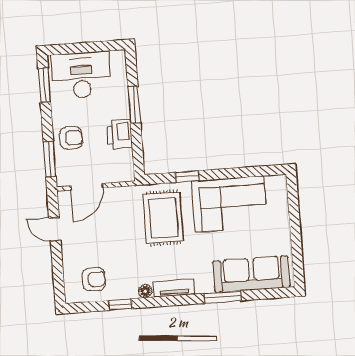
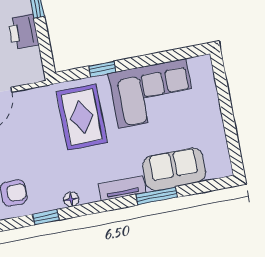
sofa: (251, 274) -> (174, 169), width x0.73
tv unit: (174, 288) -> (122, 188), moved

